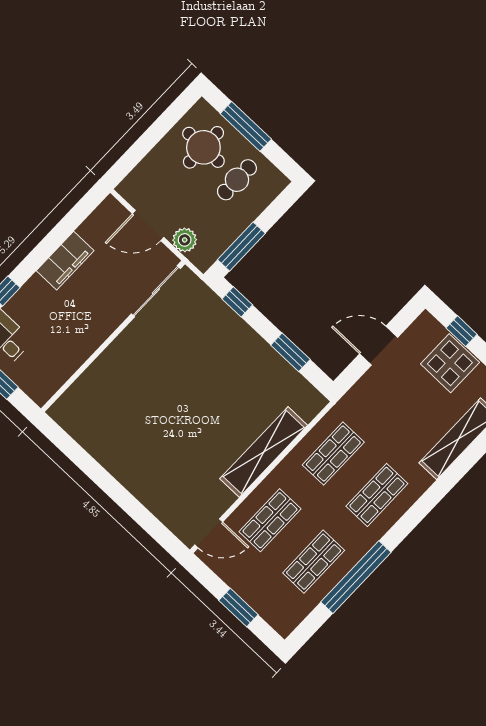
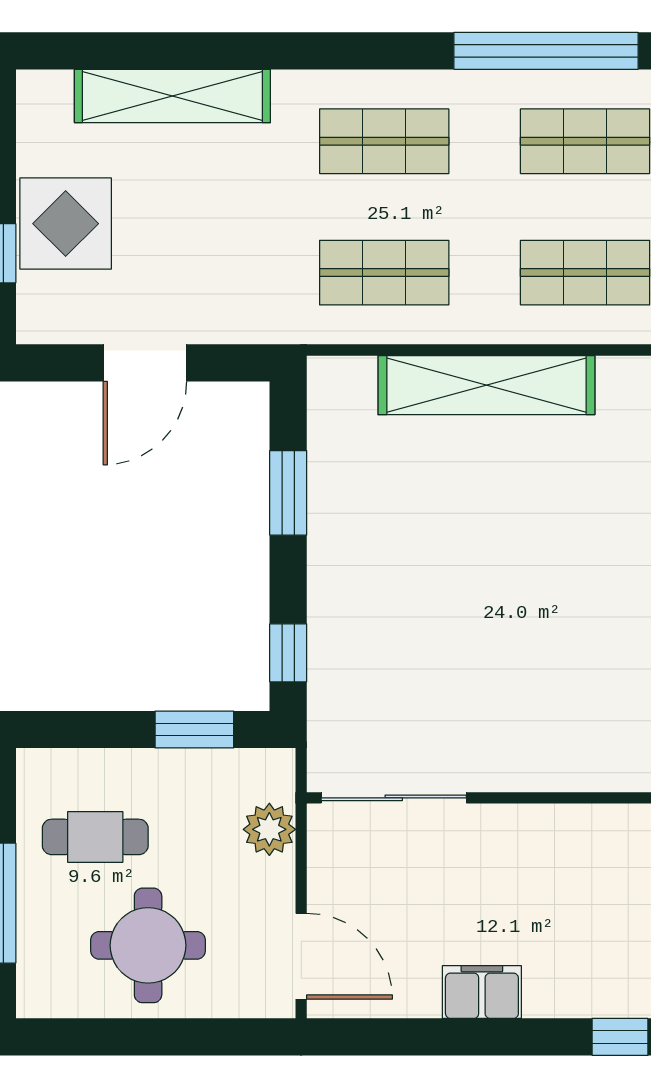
round table: (203, 147) -> (148, 945), moved
door: (148, 225) -> (301, 956), moved
window: (241, 247) -> (194, 729), width x0.69
filing cabinet: (65, 261) -> (482, 992), width x0.67, depth x0.86
door: (379, 346) -> (145, 363), hinge flipped

